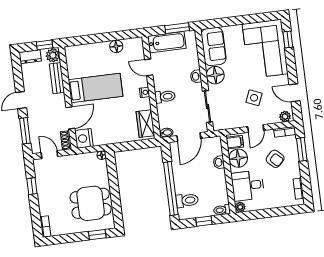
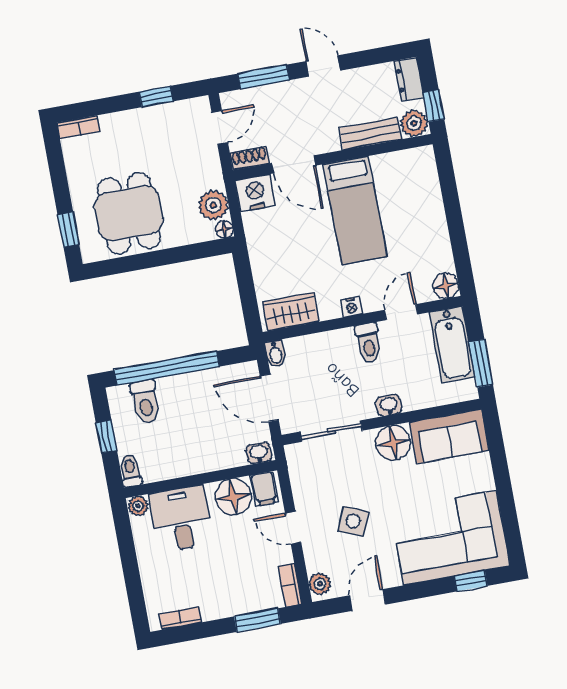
floor lamp: (116, 46) -> (446, 286), moved
toilet: (165, 97) -> (368, 343), moved
armchair: (275, 159) -> (236, 569), removed
plant: (89, 160) -> (213, 205), added
washbasin: (219, 162) -> (259, 453), moved

